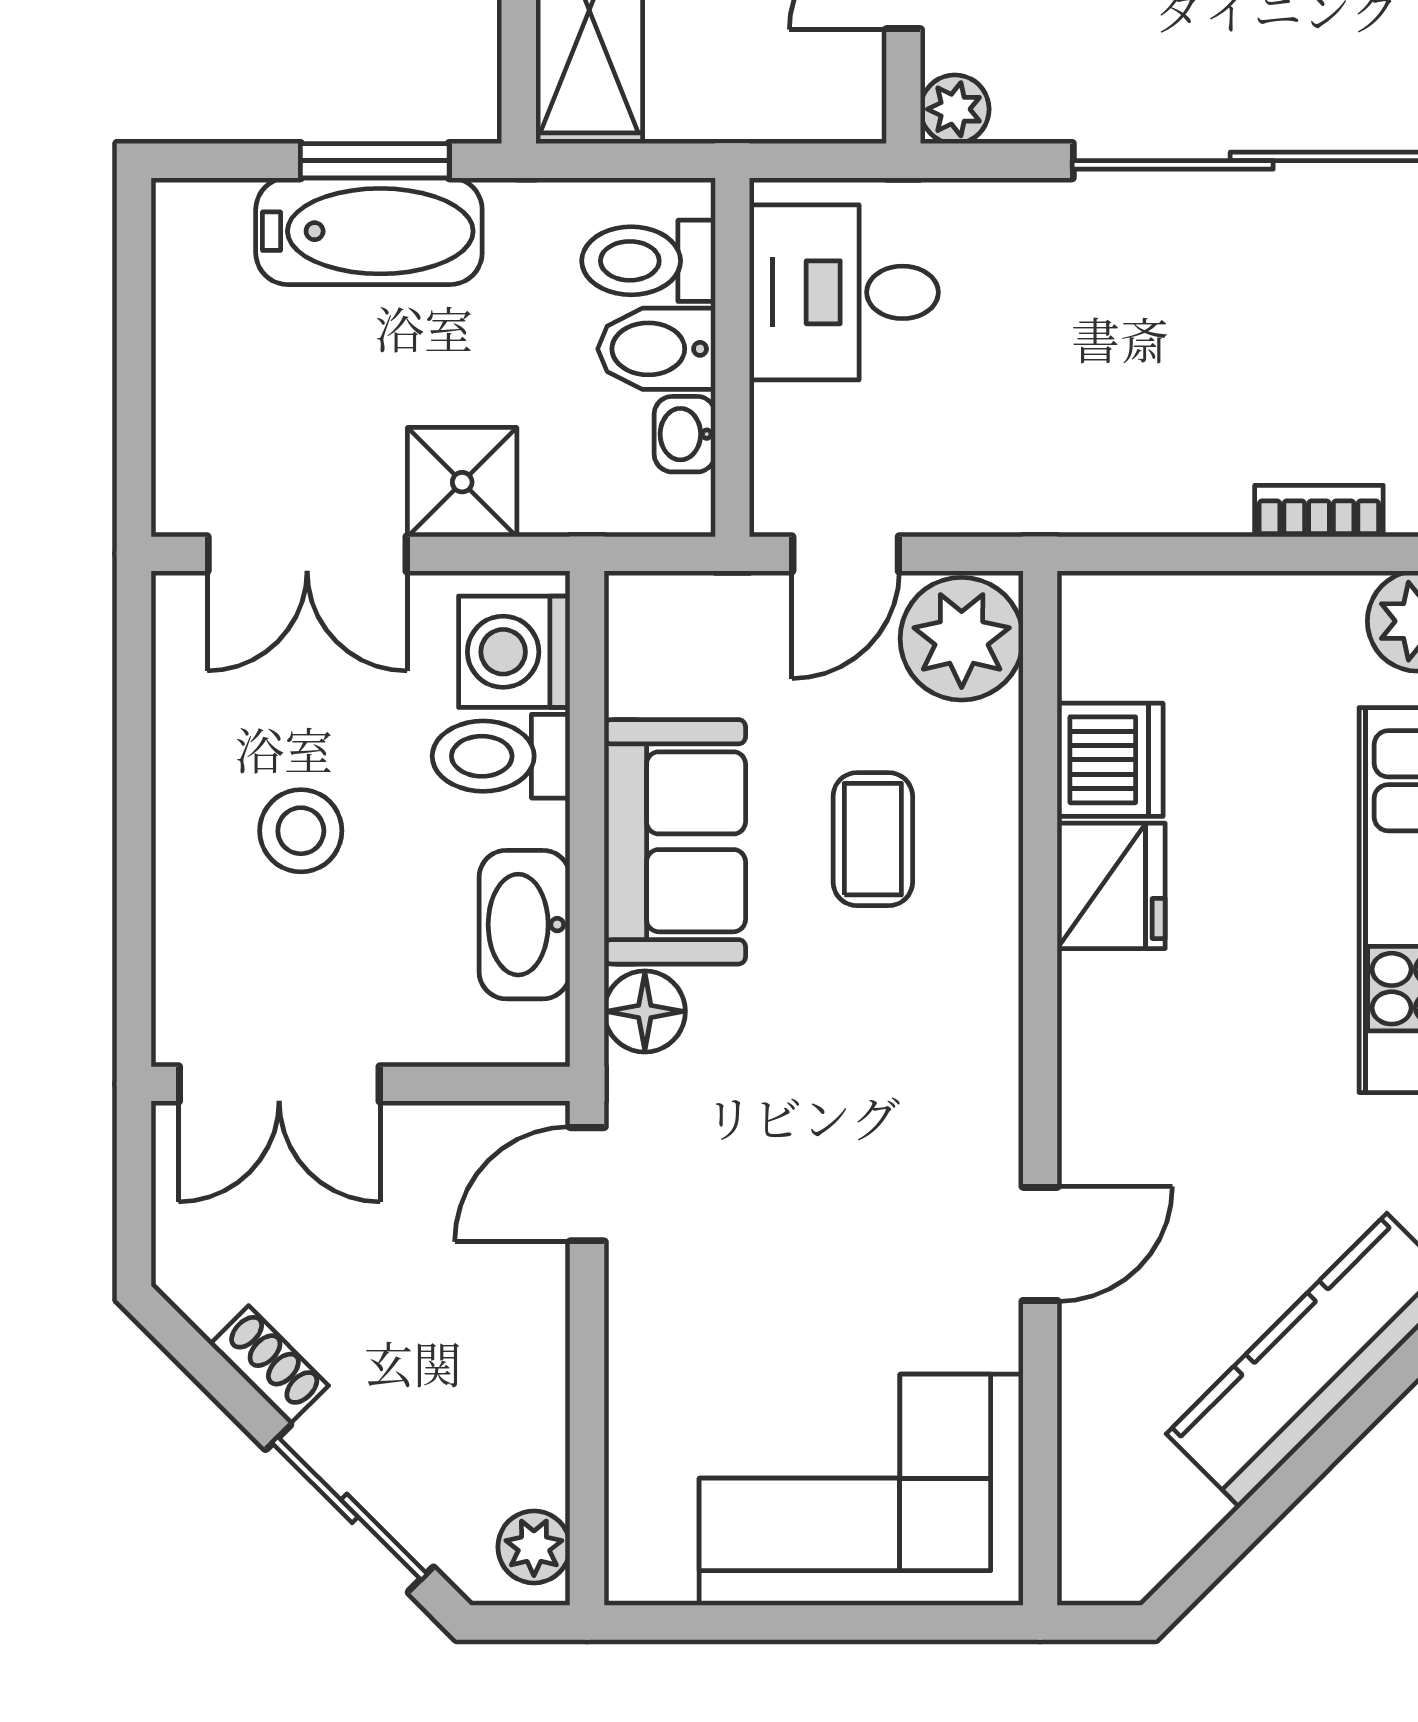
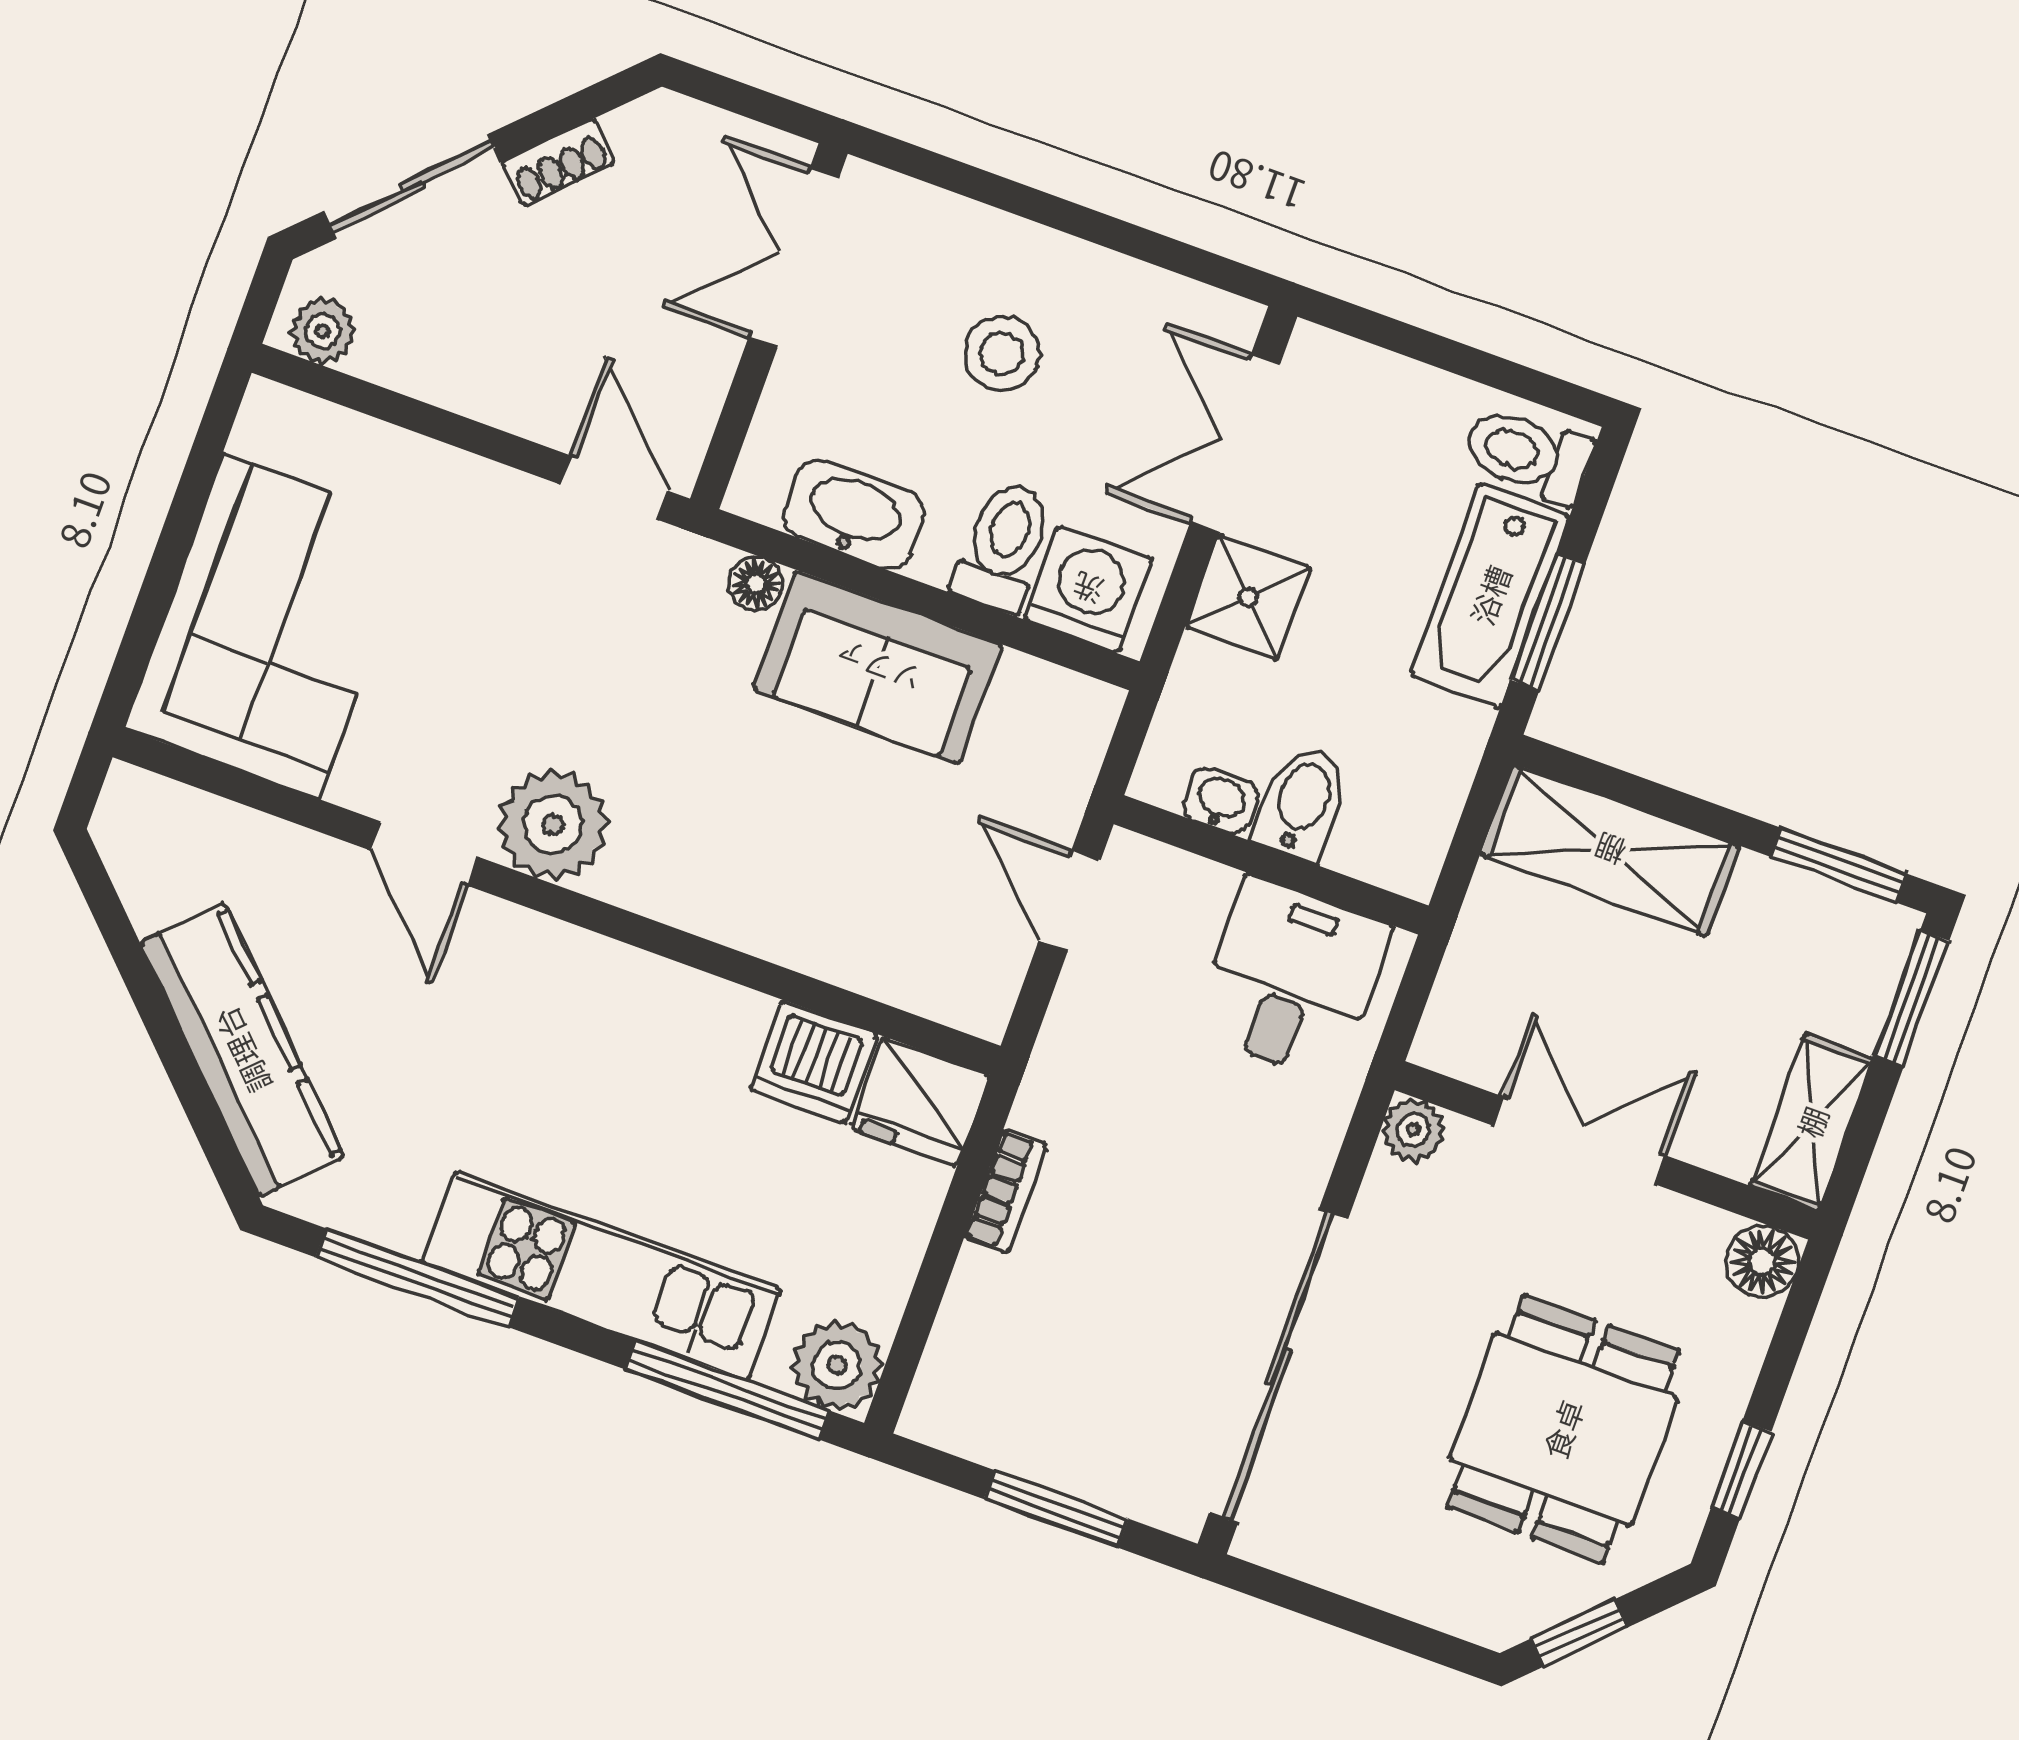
toilet: (649, 261) -> (1528, 455), moved, turned -90
bookcase: (1319, 511) -> (1005, 1191), moved
plant: (962, 639) -> (553, 825), moved
coffee table: (873, 839) -> (819, 836), removed
fridge: (1111, 886) -> (920, 1101), moved
floor lamp: (645, 1011) -> (756, 584), width x0.73, depth x0.73

